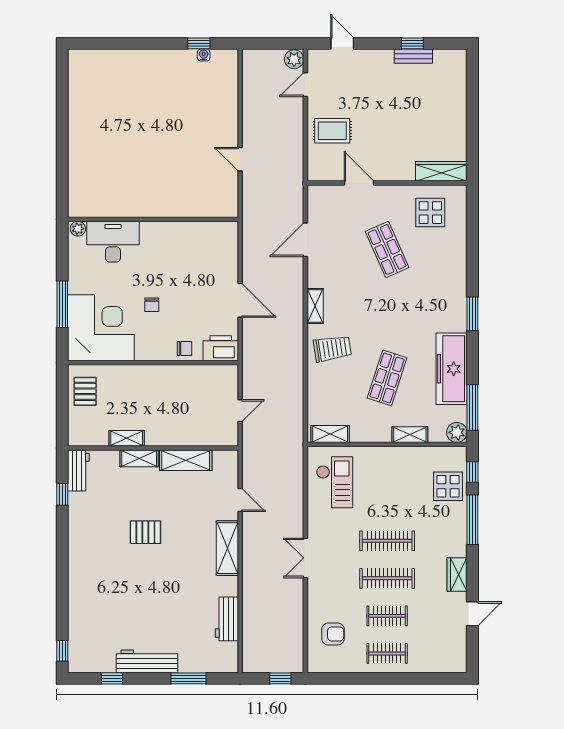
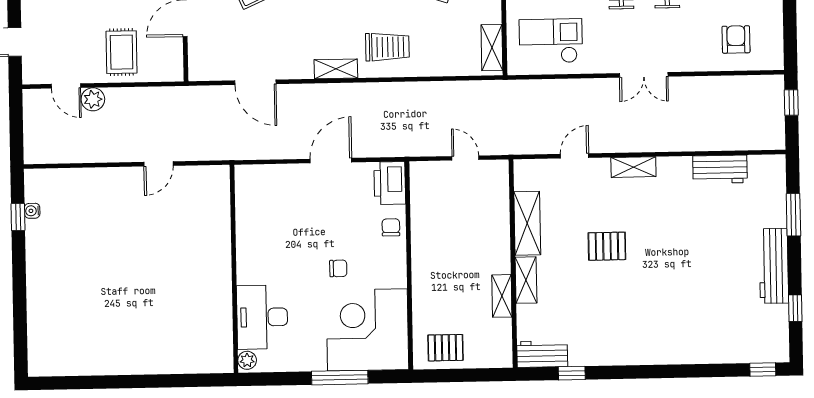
plant: (294, 59) -> (93, 99), moved
trolley: (332, 349) -> (387, 47), turned 99
pallet: (145, 532) -> (607, 246), moved, turned 90
shelving: (227, 548) -> (633, 167), width x0.67, depth x0.75

